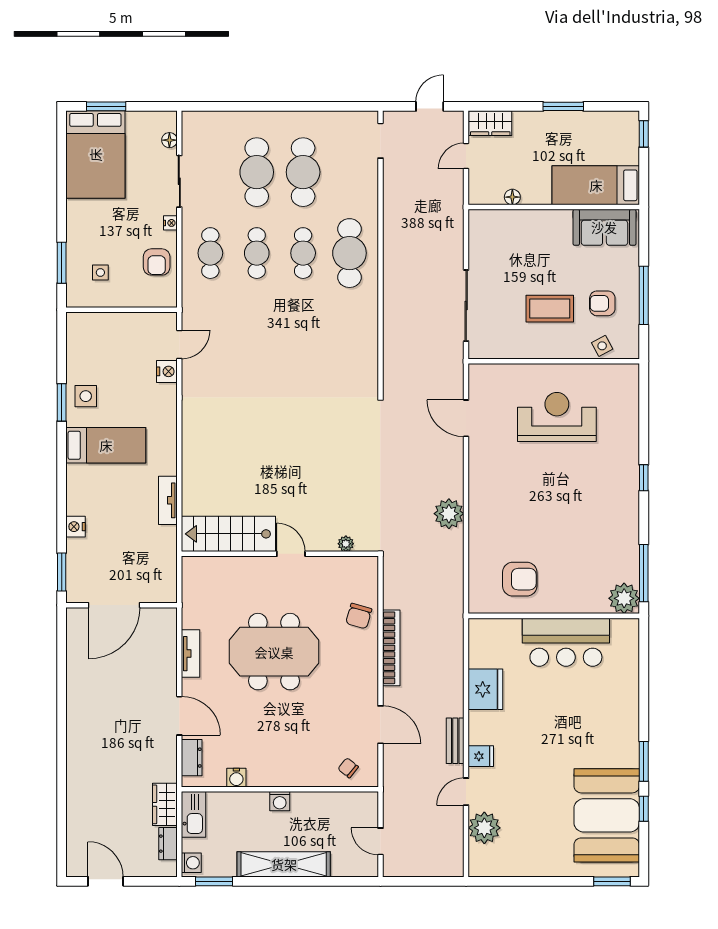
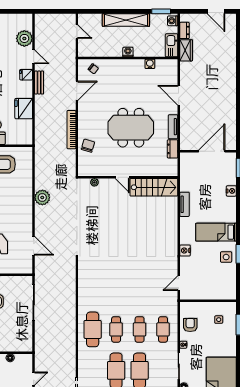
nightstand: (167, 371) -> (185, 250), moved
door: (380, 725) -> (77, 91), swing flipped
dresser: (192, 758) -> (172, 149), moved
door: (466, 792) -> (34, 57), hinge flipped

